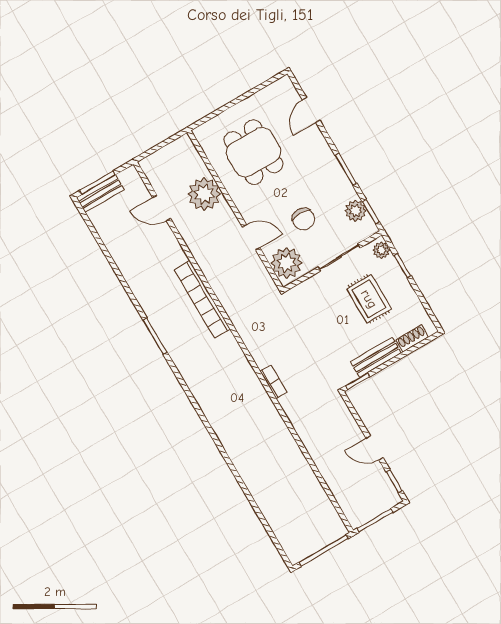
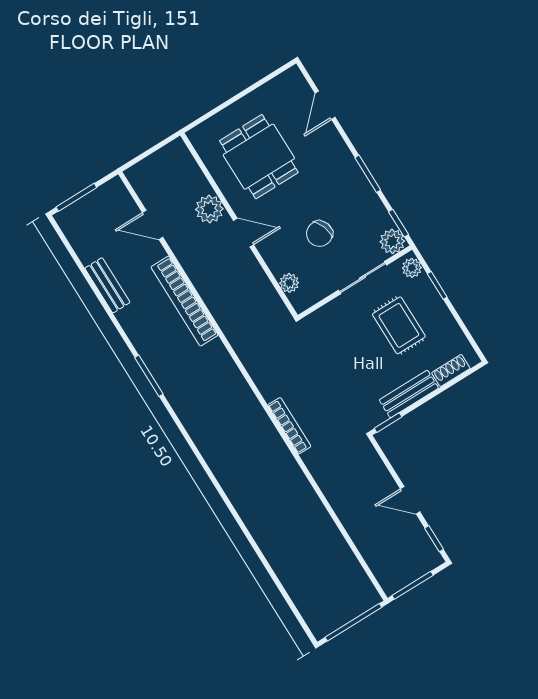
bench: (100, 193) -> (107, 285), moved, turned 90
plant: (204, 194) -> (209, 209), width x0.73, depth x0.73
plant: (355, 211) -> (392, 241), moved
chair: (303, 219) -> (319, 234), turned 71
door: (251, 237) -> (244, 233), moved
plant: (287, 263) -> (289, 283), width x0.53, depth x0.53
bookcase: (202, 299) -> (185, 301), moved
bookcase: (273, 382) -> (289, 426), width x1.56

